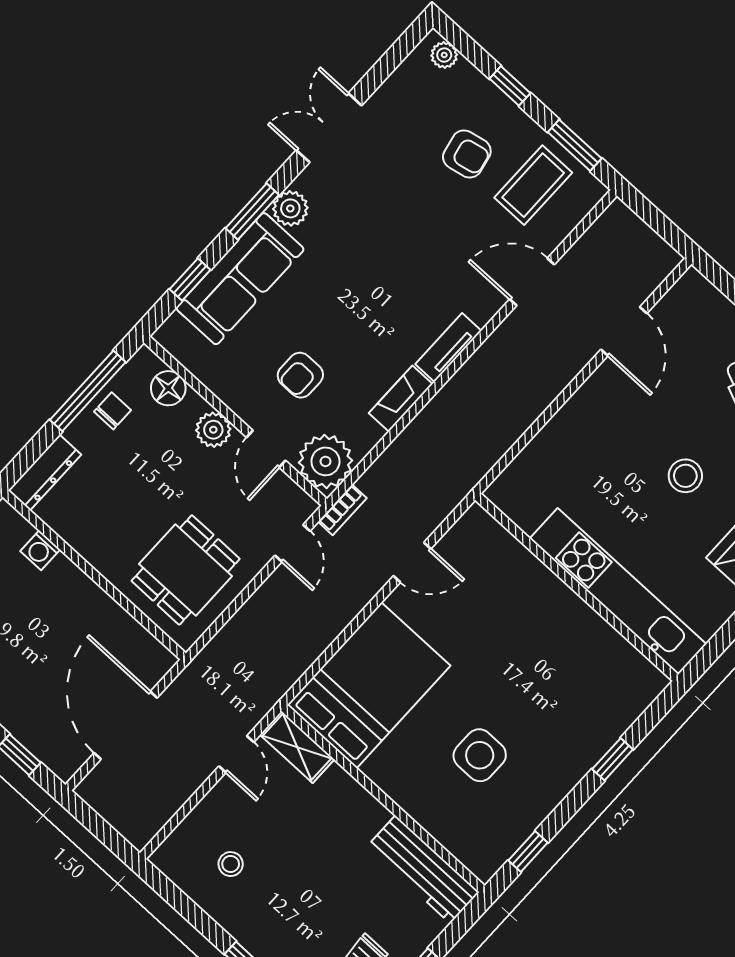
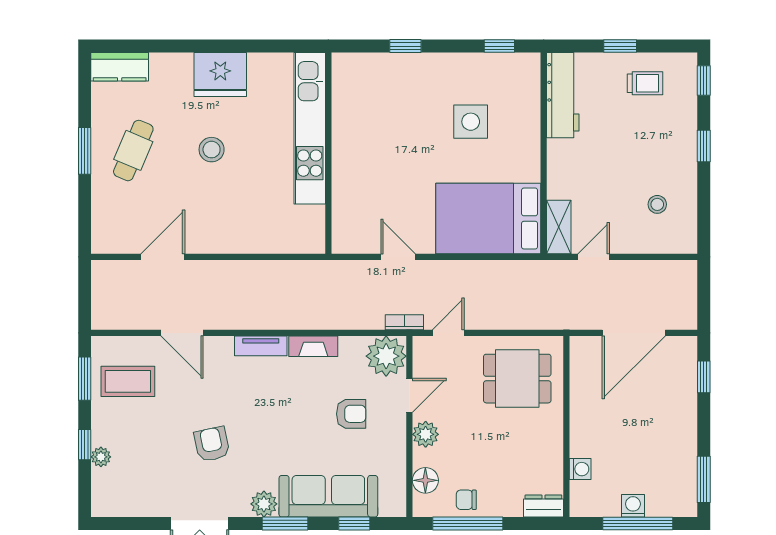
plant: (444, 55) -> (101, 457), moved
armchair: (467, 154) -> (212, 444), moved
dresser: (45, 473) -> (543, 506), width x0.70

